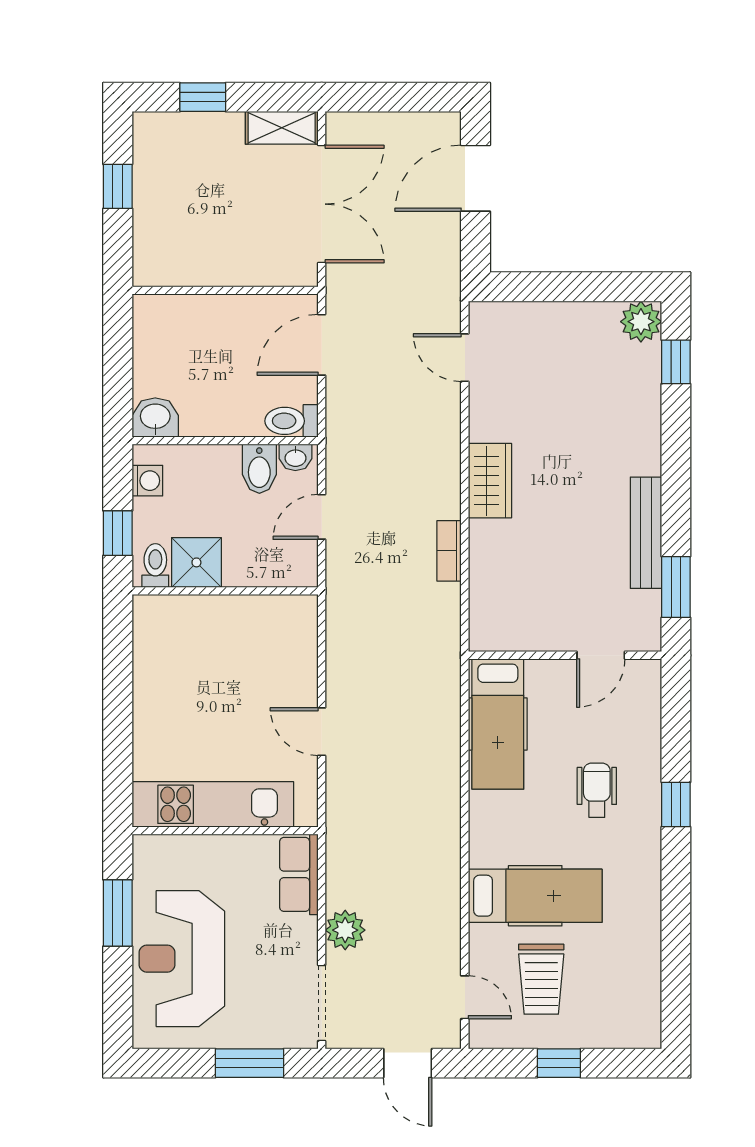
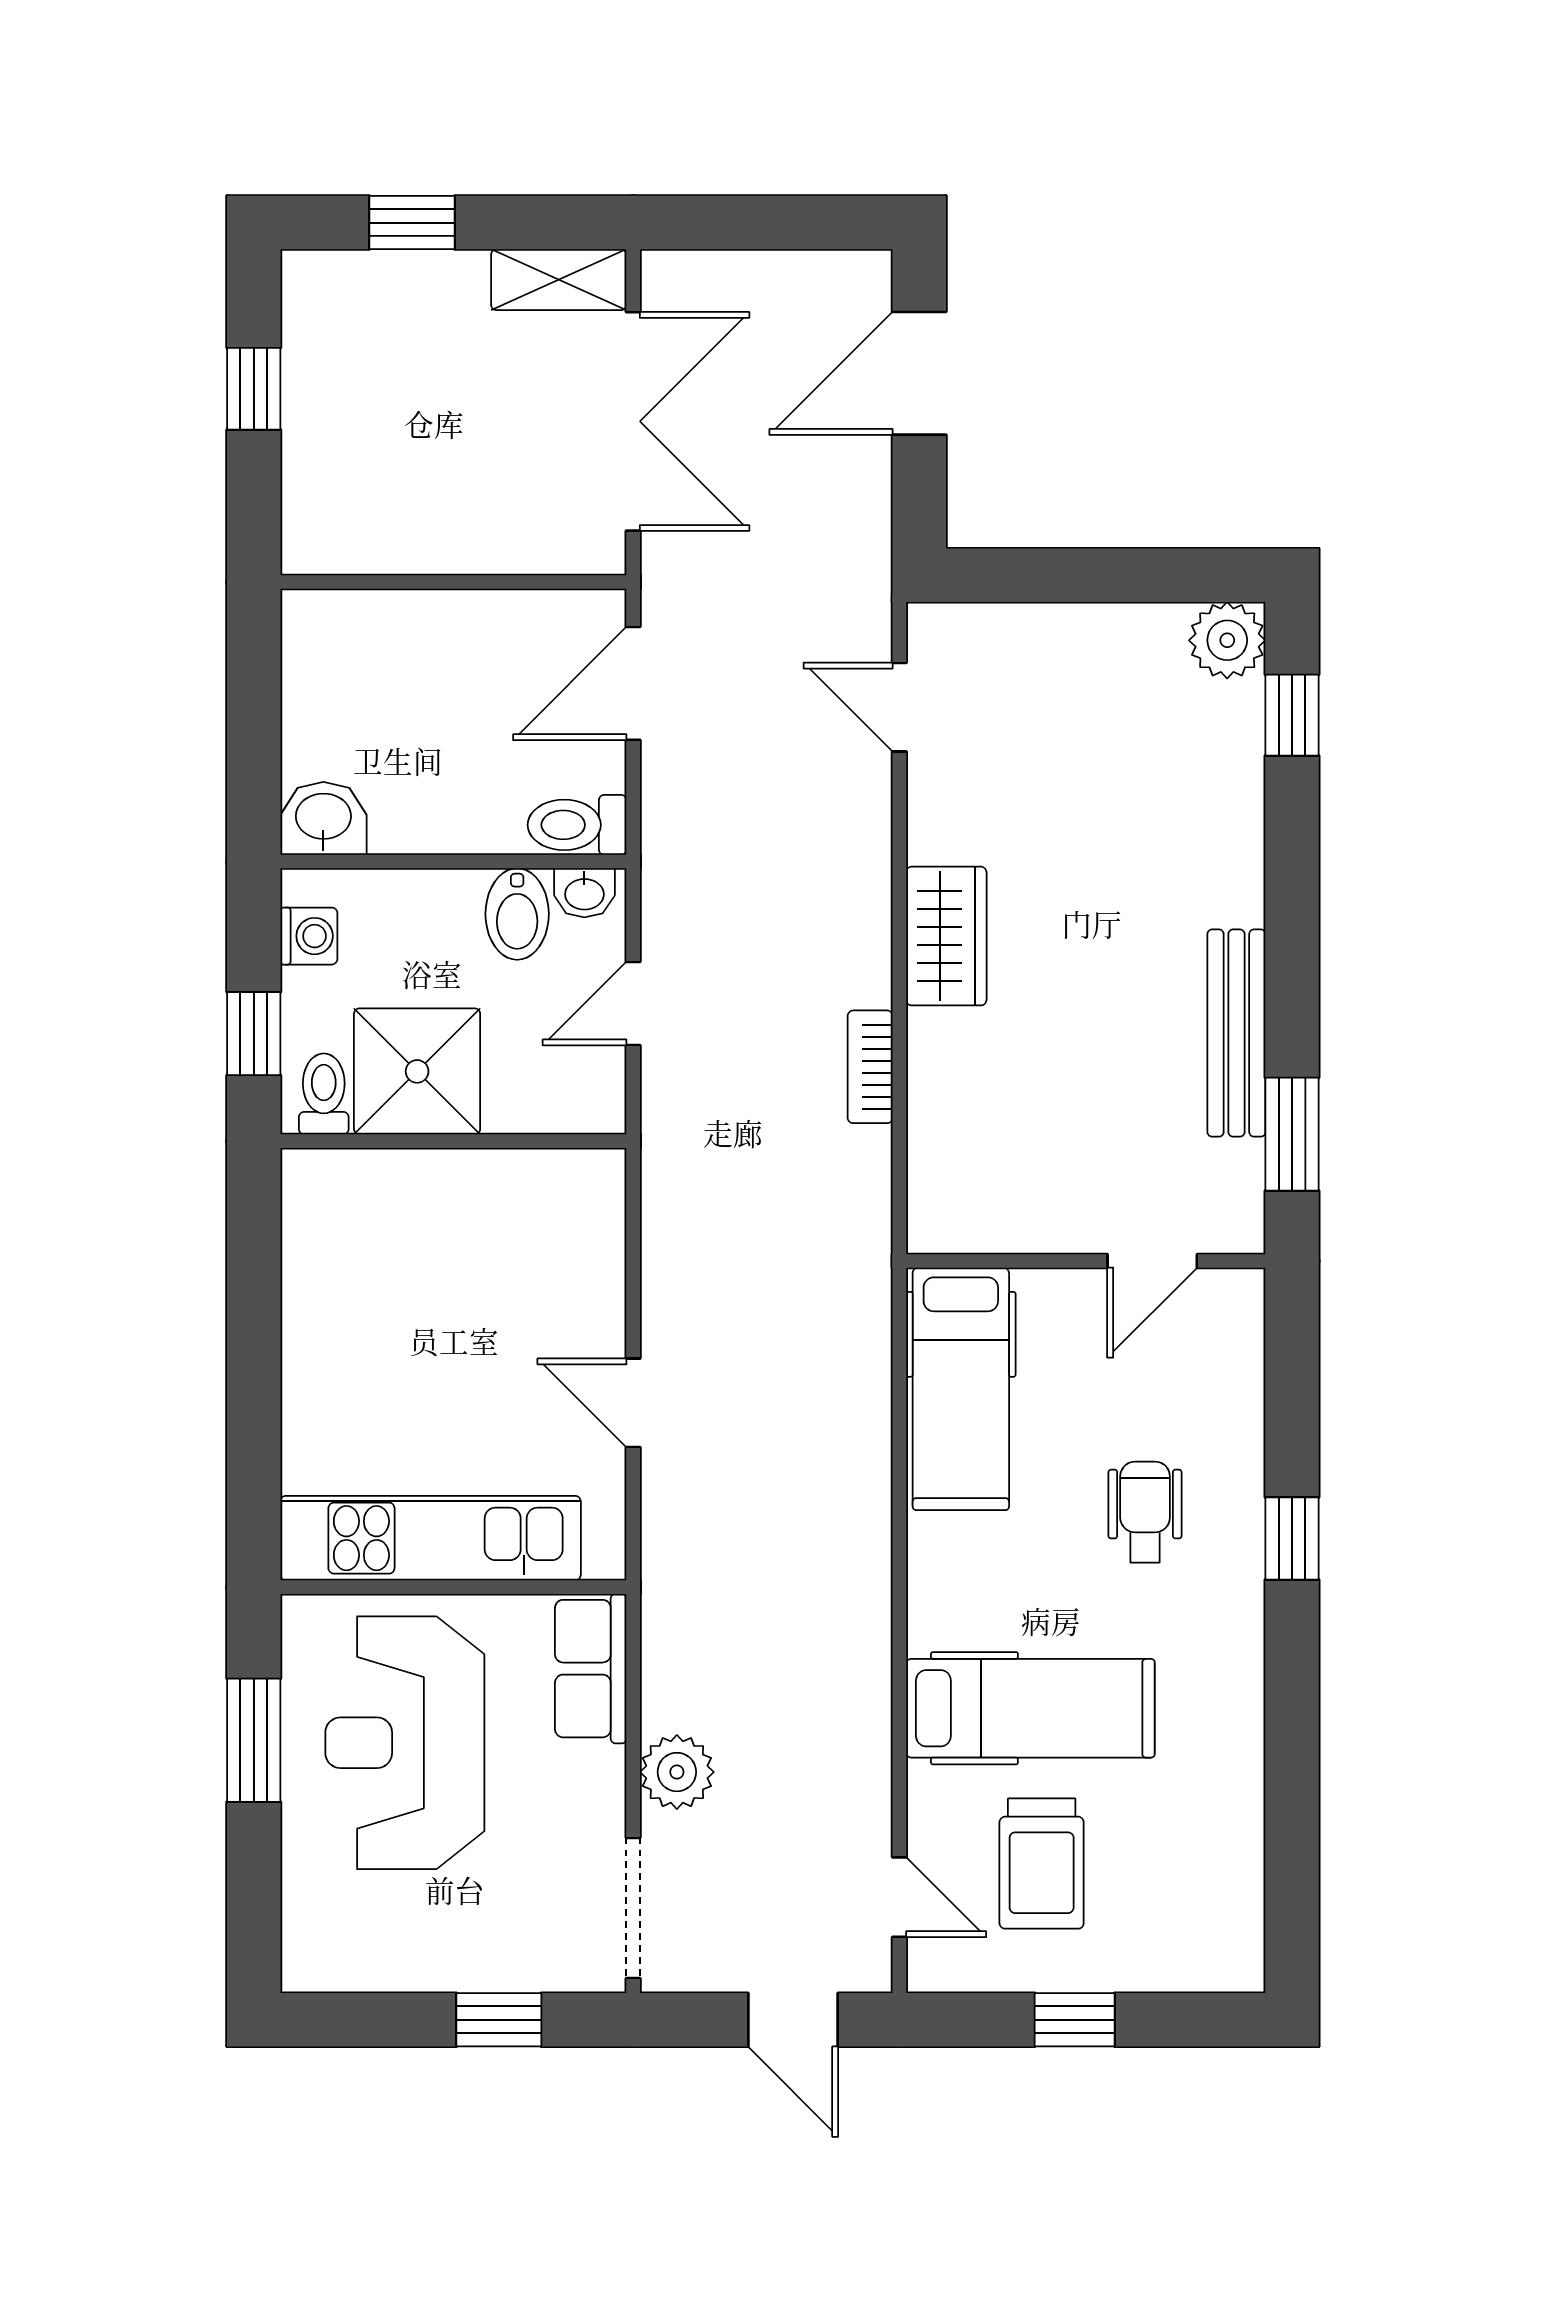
shower: (196, 562) -> (417, 1071), width x1.36, depth x1.36
reception desk: (182, 959) -> (405, 1743), moved
window: (249, 1063) -> (499, 2020), width x0.67

